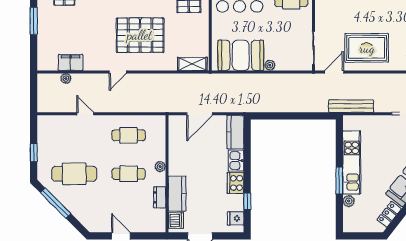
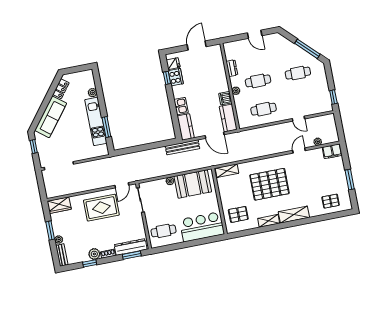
filing cabinet: (71, 62) -> (332, 151), moved
door: (118, 72) -> (299, 151), moved
bench: (351, 106) -> (182, 147), moved
door: (200, 114) -> (215, 135), swing flipped
window: (34, 152) -> (333, 97), moved
cafe table: (74, 174) -> (298, 73), width x0.73, depth x0.74
window: (339, 181) -> (106, 127), moved
cooker: (236, 183) -> (176, 77), moved
kitchen counter: (177, 194) -> (228, 118), moved
dishwasher: (176, 220) -> (225, 98), moved

